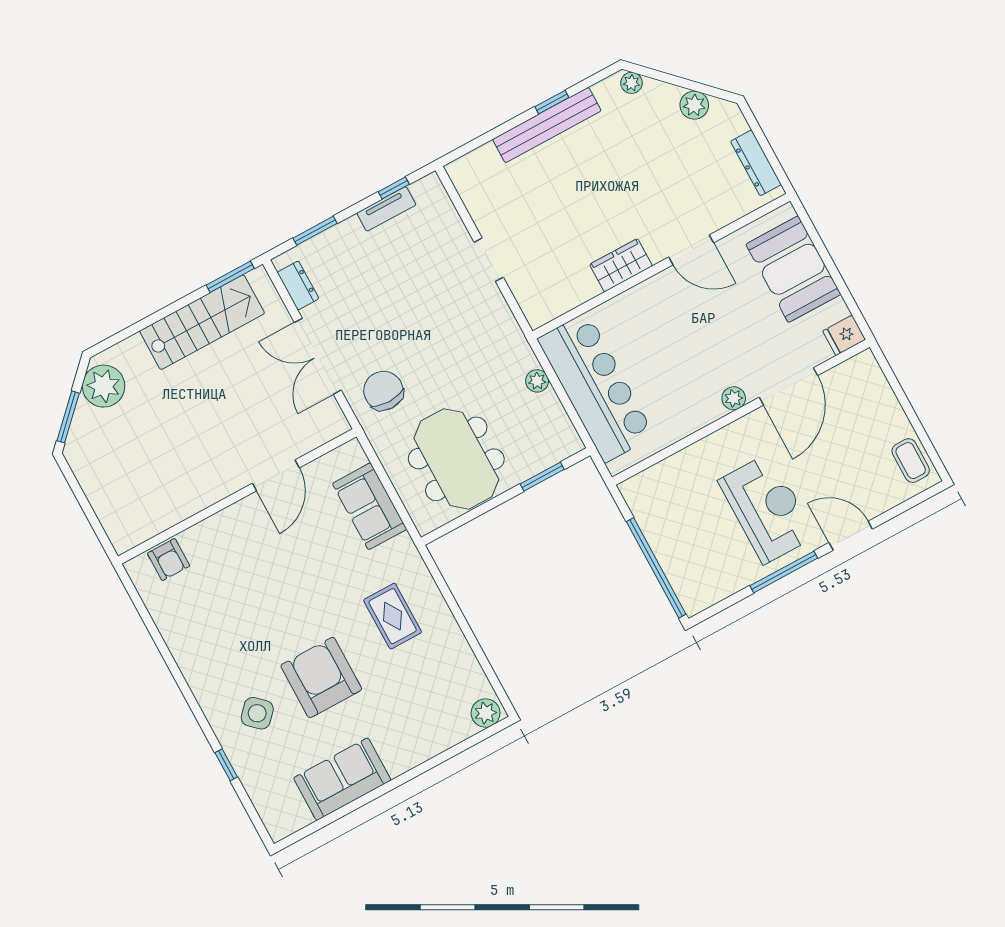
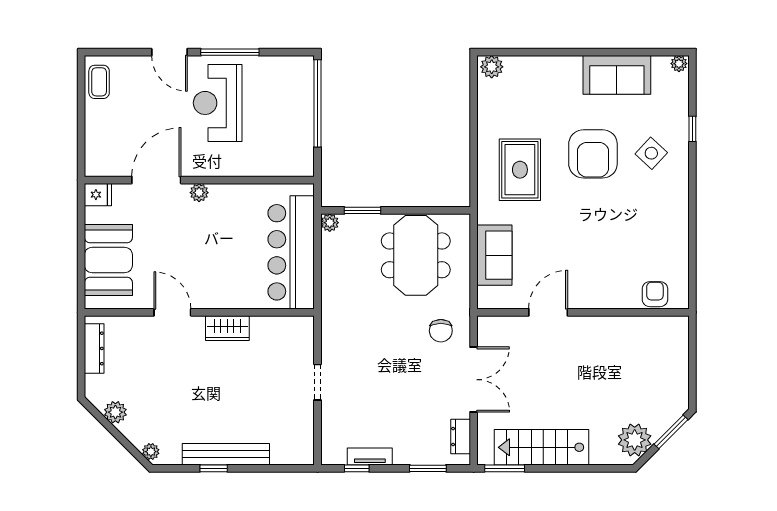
plant: (537, 381) -> (330, 223), moved
chair: (383, 391) -> (441, 331), width x0.73, depth x0.73
rug: (393, 616) -> (520, 170), width x1.36, depth x1.43
plant: (280, 829) -> (679, 64), added

